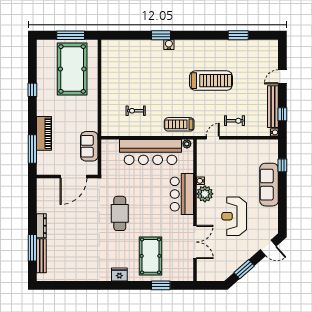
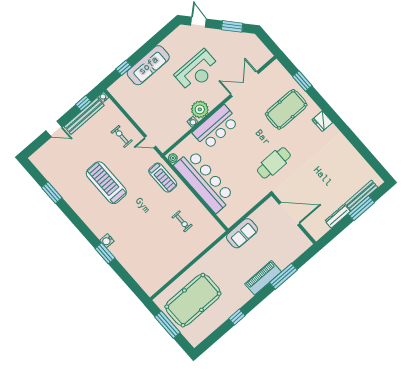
wall: (67, 176) -> (294, 219), moved
door: (73, 176) -> (289, 214), moved

